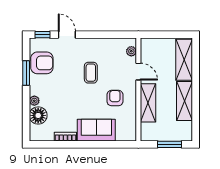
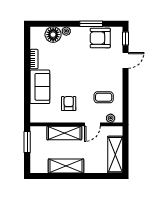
shelving: (184, 60) -> (115, 155), moved, turned 90
armchair: (42, 63) -> (100, 38), turned 90
coffee table: (91, 73) -> (104, 97), moved
armchair: (115, 98) -> (69, 104), turned -90
window: (170, 144) -> (27, 142), moved

